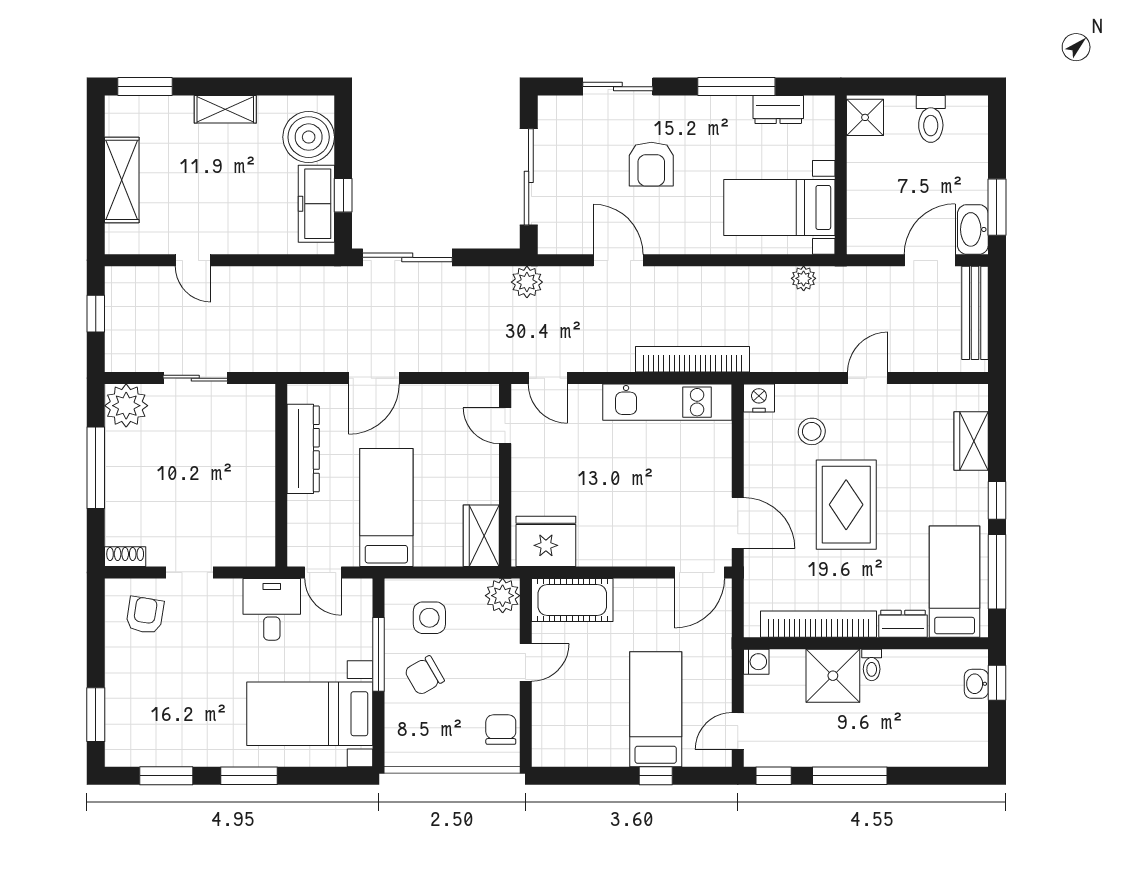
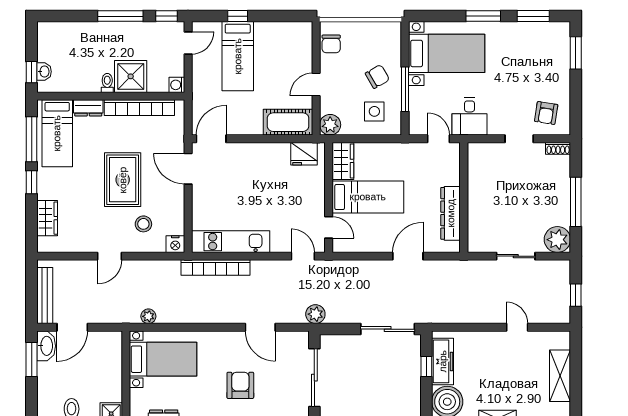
bed: (386, 507) -> (368, 197), moved, turned -90
fridge: (546, 541) -> (304, 154), width x0.73, depth x0.75

